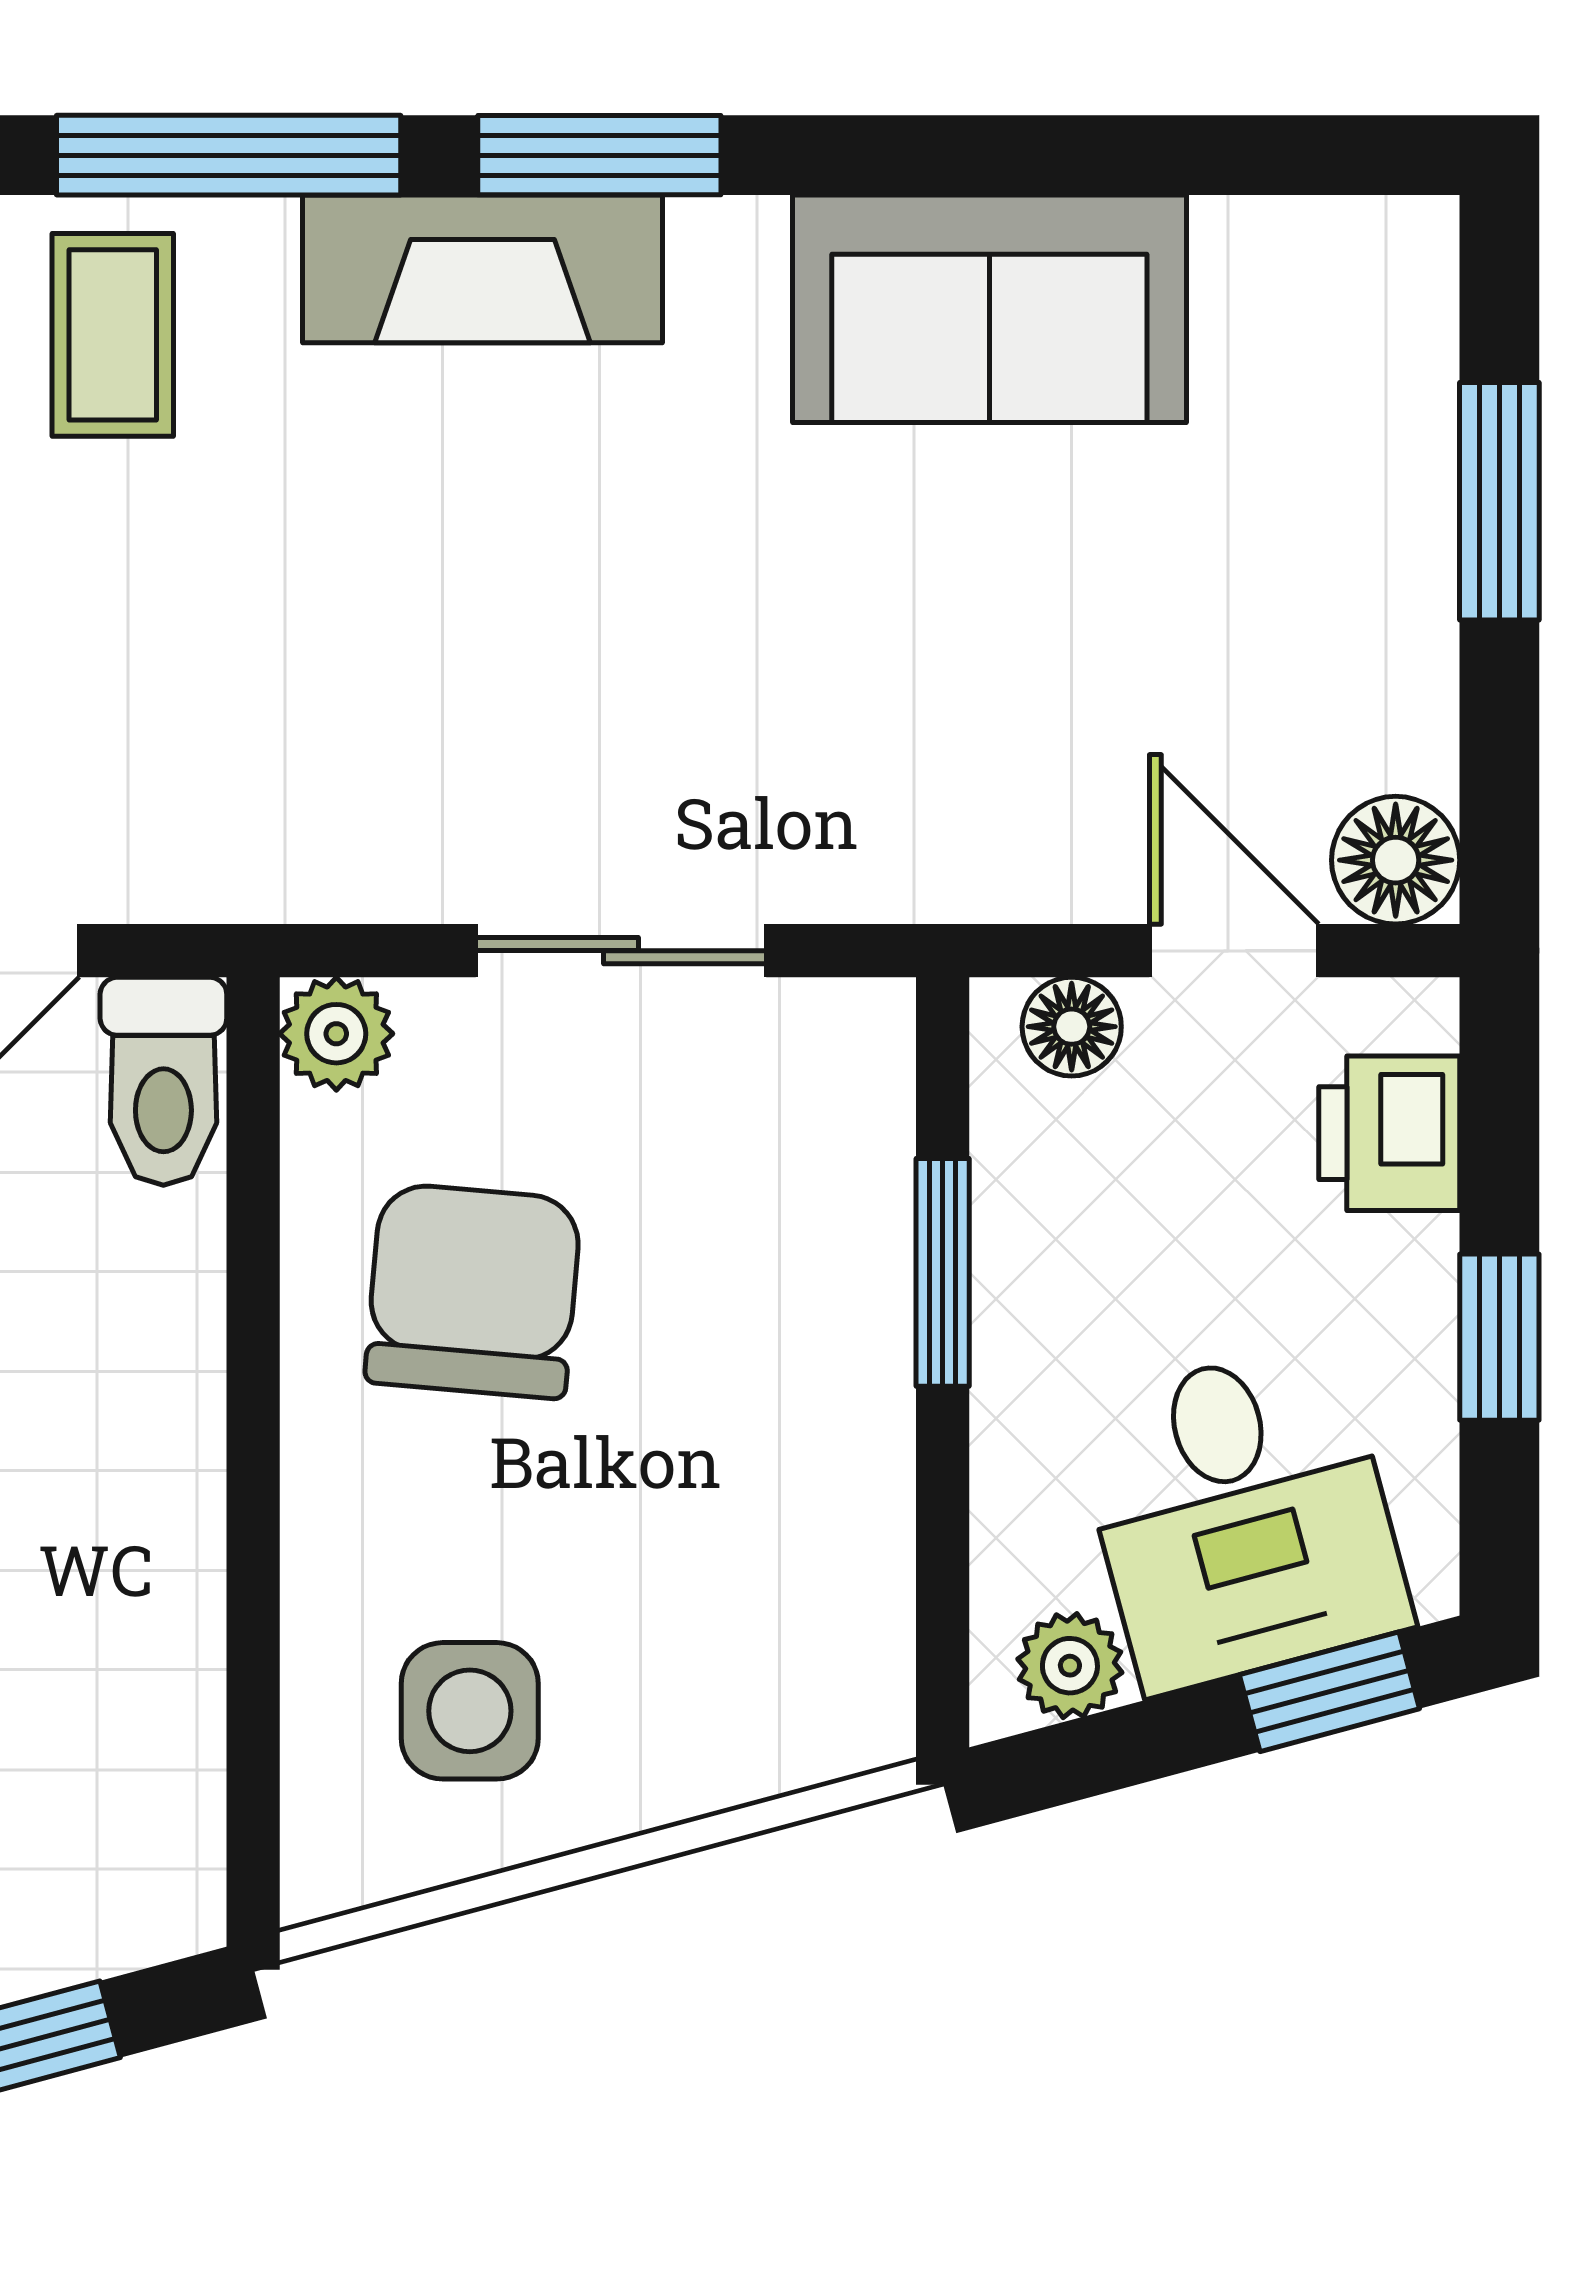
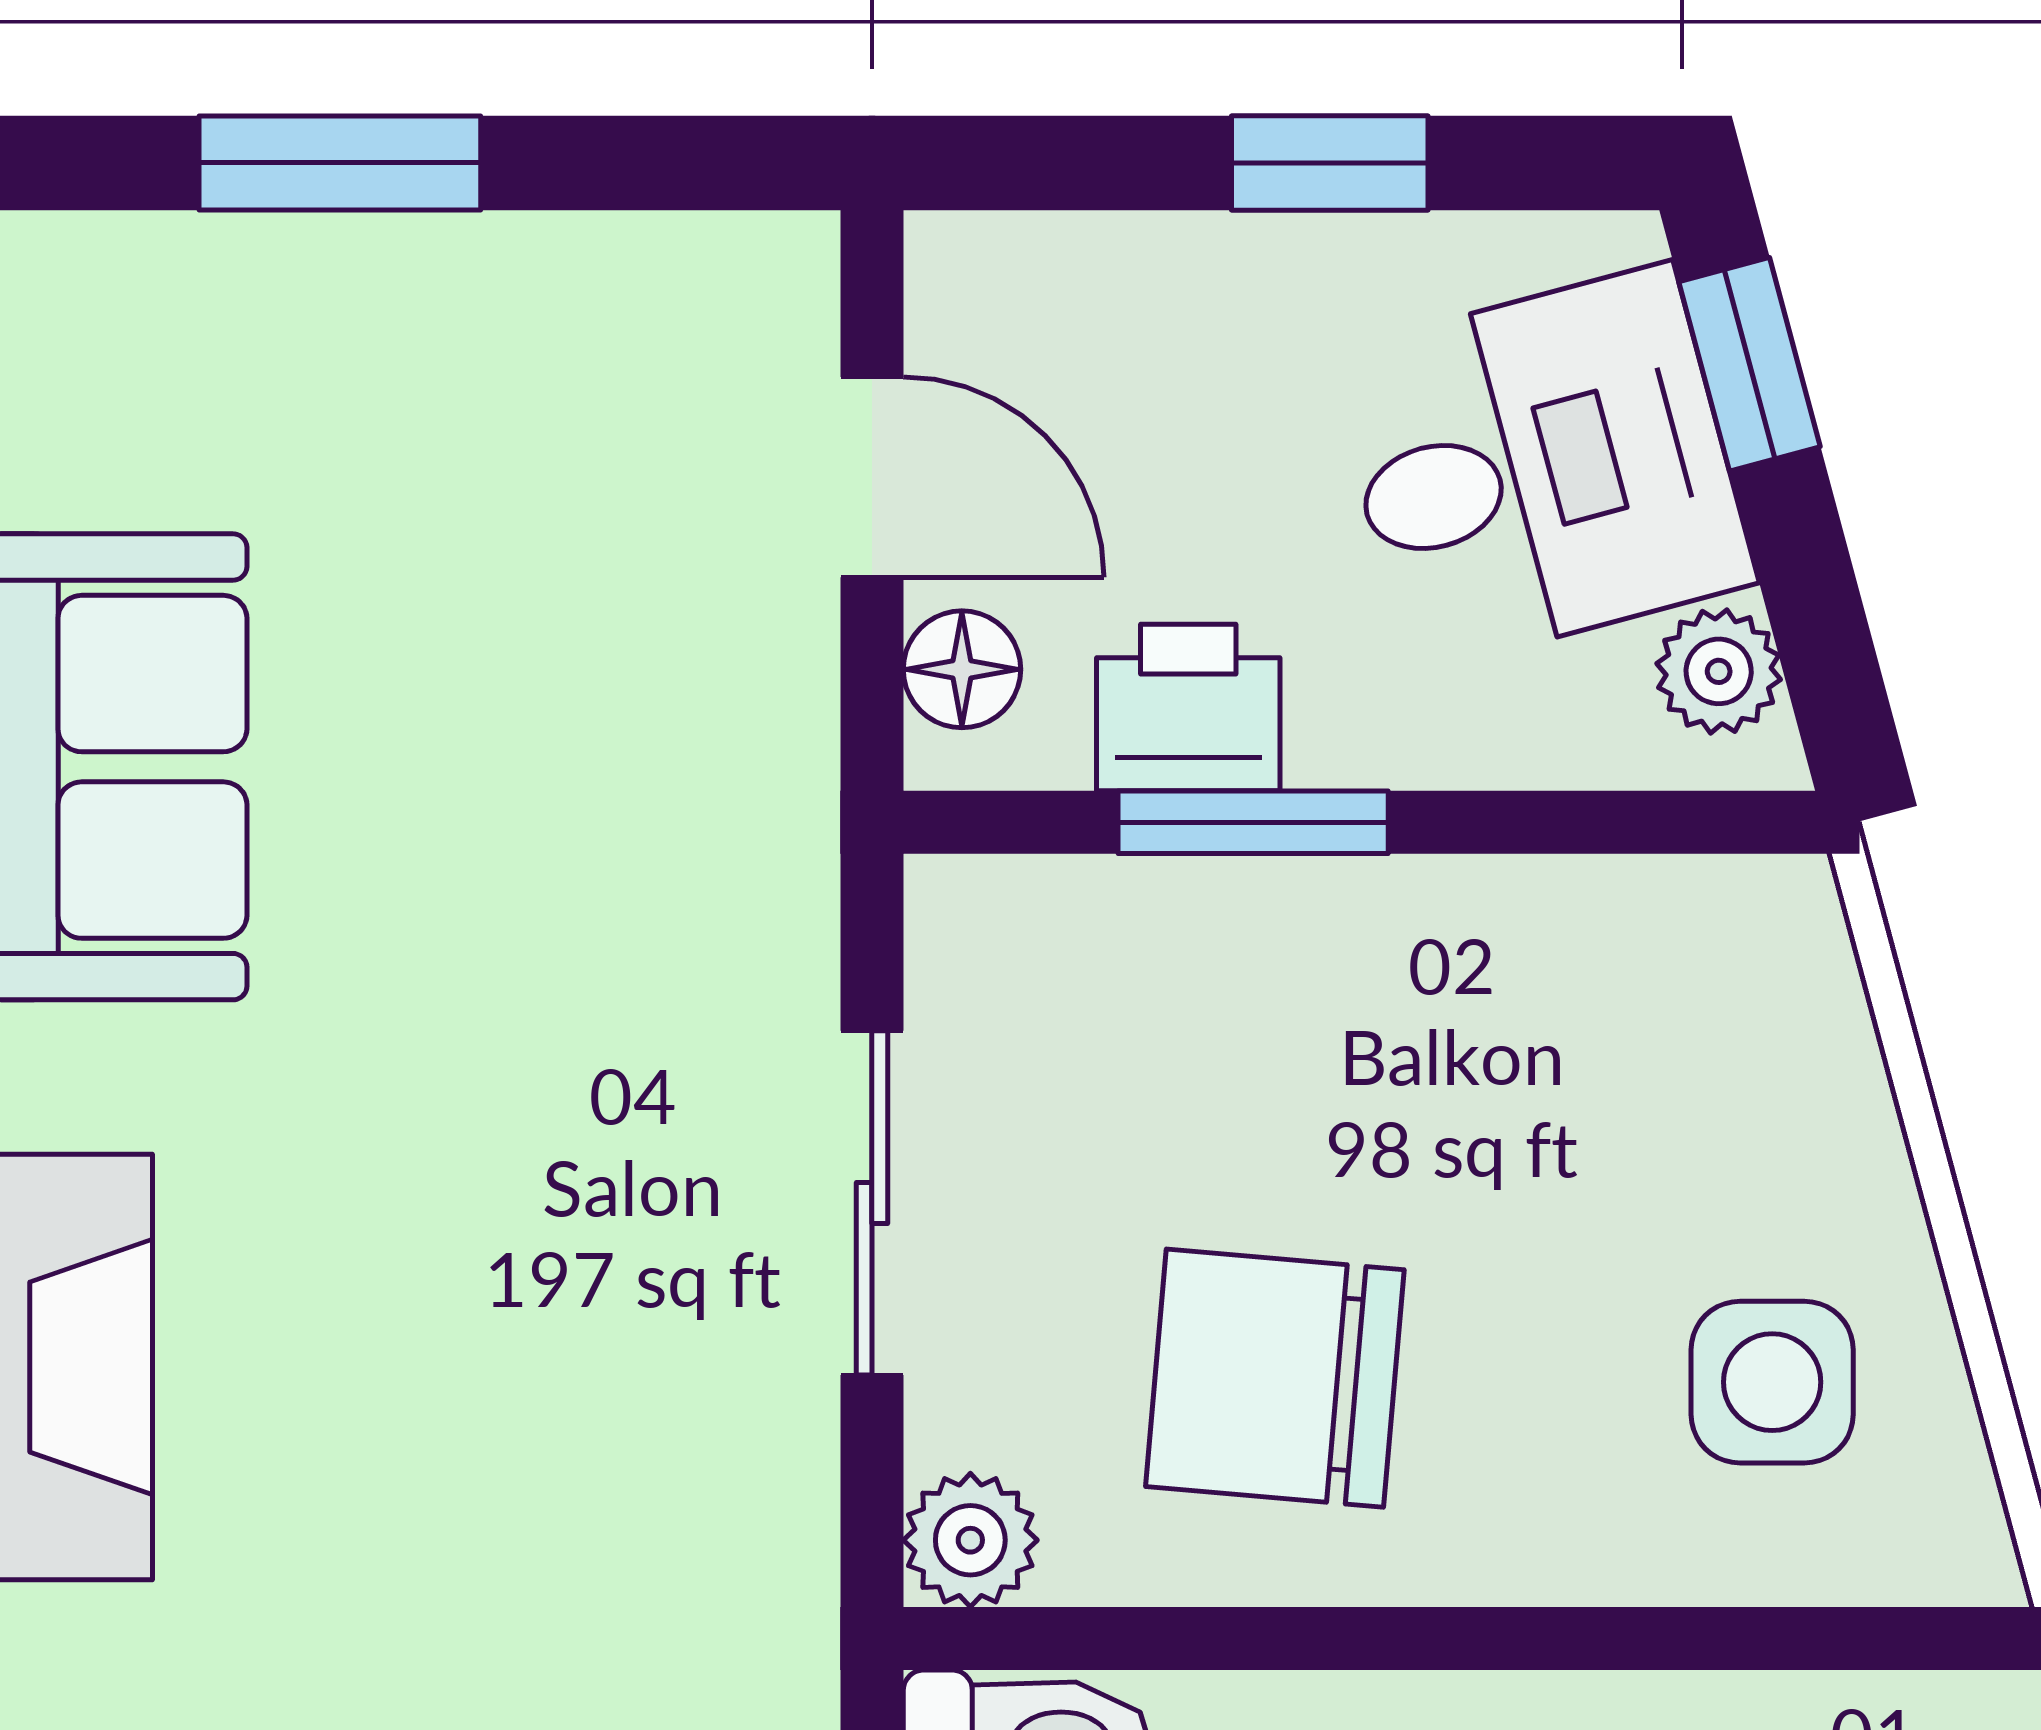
floor lamp: (1396, 860) -> (765, 286), removed
door: (1234, 951) -> (872, 477), swing flipped
printer: (1389, 1133) -> (1188, 708), moved, turned 180

